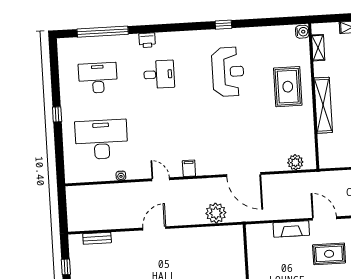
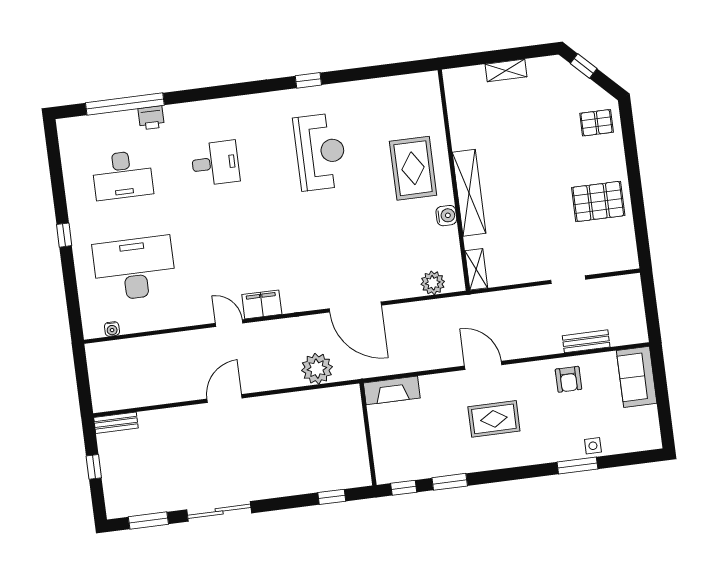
water cooler: (302, 32) -> (446, 216), moved
printer: (147, 40) -> (151, 118), moved
shelving: (318, 48) -> (476, 269), moved
desk: (98, 78) -> (122, 175), turned 180
filing cabinet: (189, 168) -> (262, 304), width x2.00
water cooler: (121, 176) -> (112, 329), moved
fireplace: (291, 229) -> (392, 390), moved
bench: (97, 238) -> (116, 423), moved

